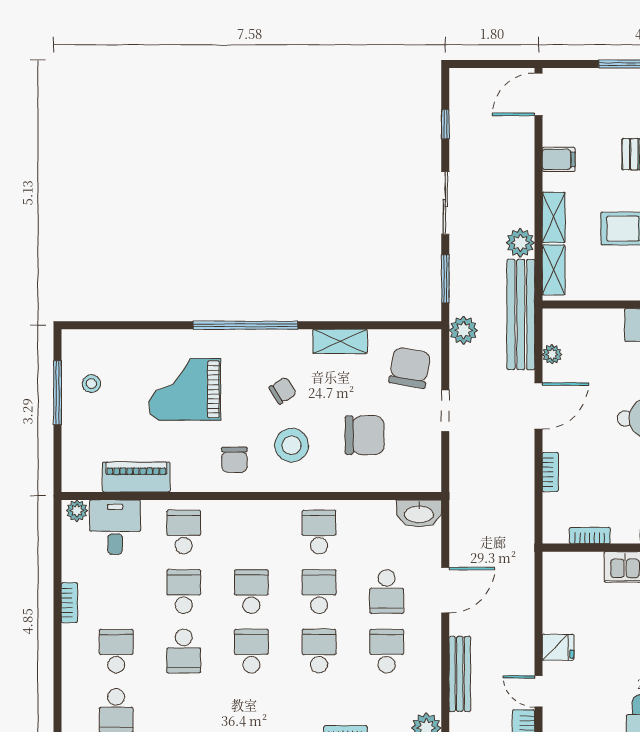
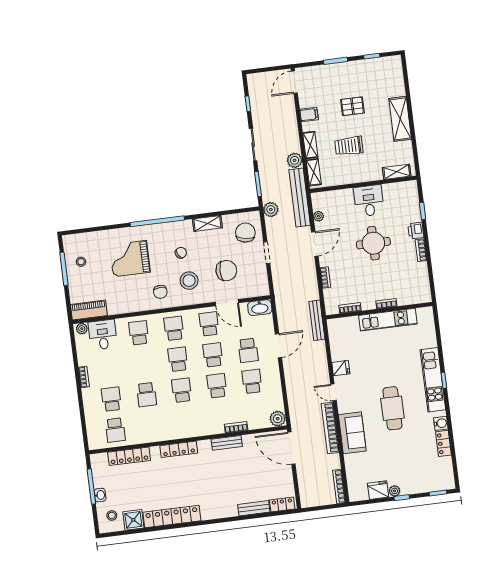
piano: (136, 477) -> (89, 310), moved
door: (358, 496) -> (227, 303), added
school desk: (184, 592) -> (174, 328), moved
bench: (460, 674) -> (317, 320), moved

